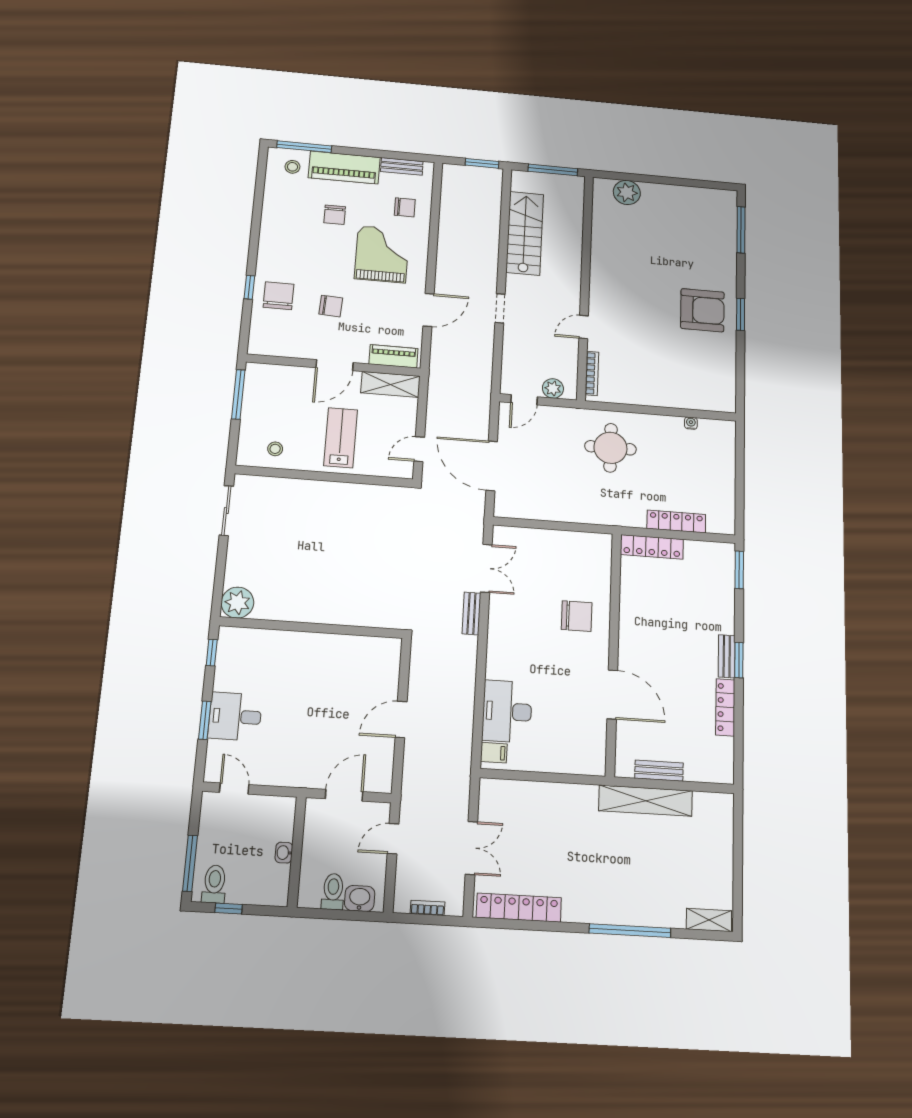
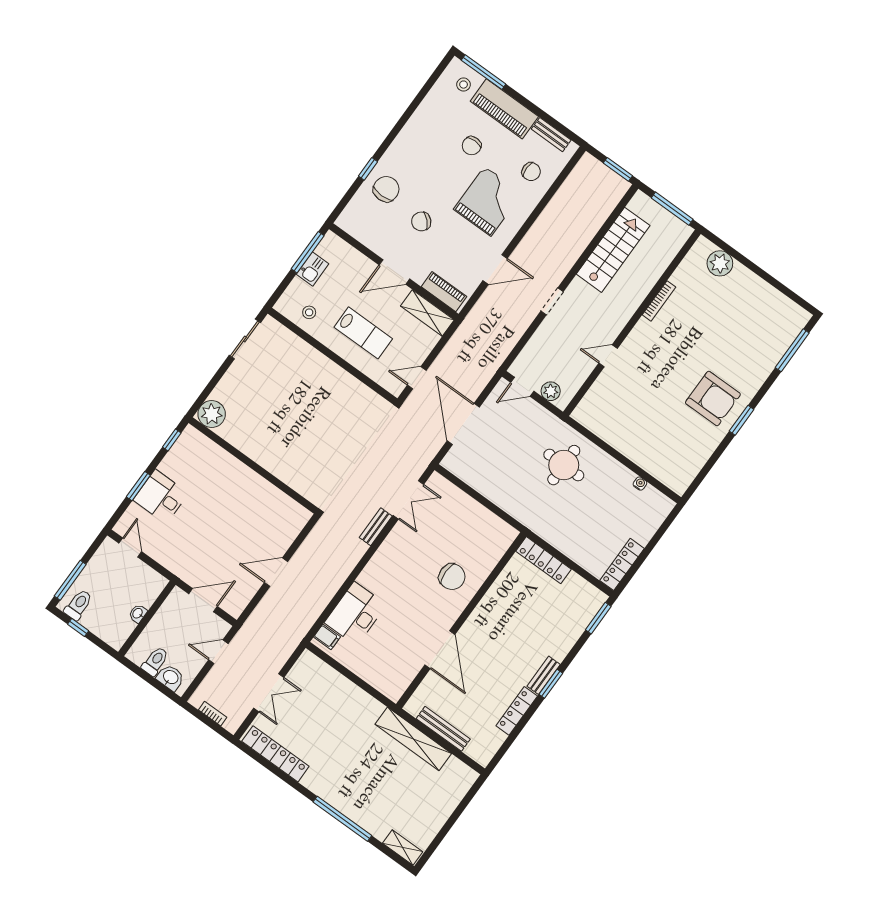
chair: (331, 306) -> (421, 221), turned 131
bookcase: (592, 373) -> (659, 301), moved
kitchen sink: (253, 407) -> (312, 269), added
lab bench: (341, 438) -> (363, 333), turned 90
locker: (676, 521) -> (622, 564), moved, turned -90
bench: (659, 771) -> (443, 729), width x1.36

